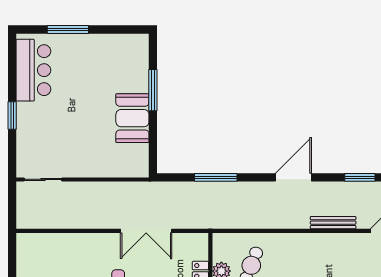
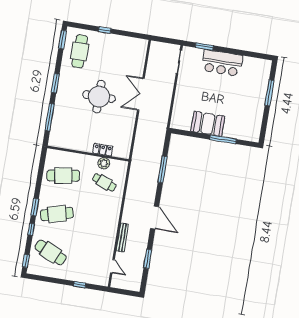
bar counter: (33, 70) -> (222, 63), moved
window: (12, 115) -> (204, 46), moved
double door: (146, 231) -> (141, 94), moved

